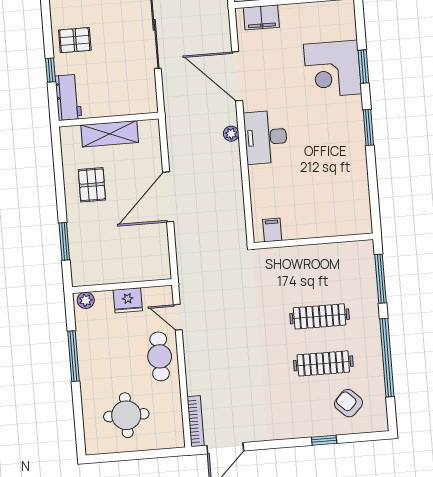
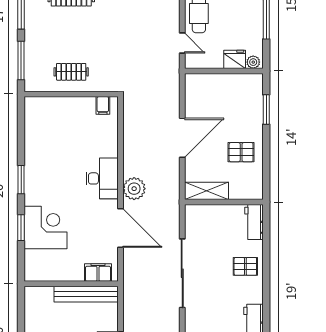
window: (51, 70) -> (266, 245), removed
shelving: (110, 134) -> (206, 191), moved
plant: (231, 134) -> (134, 189), width x1.87, depth x1.87
pallet: (92, 185) -> (241, 152), turned 90
fridge: (128, 300) -> (235, 59), moved
clothes rail: (320, 316) -> (71, 72), moved, width x0.73

